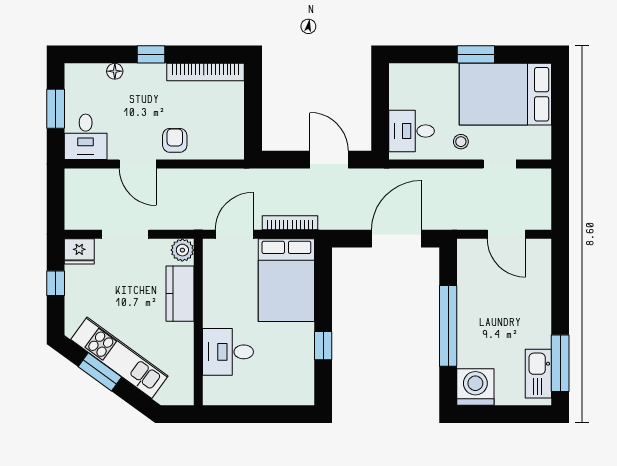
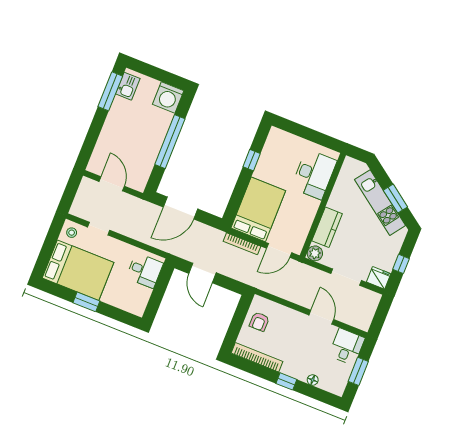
armchair: (175, 140) -> (259, 322), moved
stool: (461, 142) -> (72, 233), moved
desk: (228, 352) -> (314, 174), width x1.37
kitchen sink: (538, 374) -> (128, 86), width x0.73

